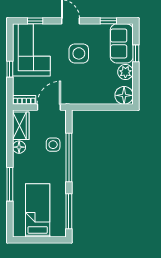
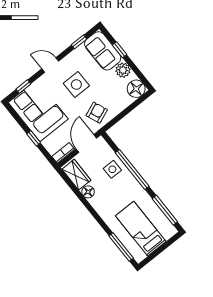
armchair: (77, 89) -> (97, 113), added
window: (10, 184) -> (121, 247), moved

